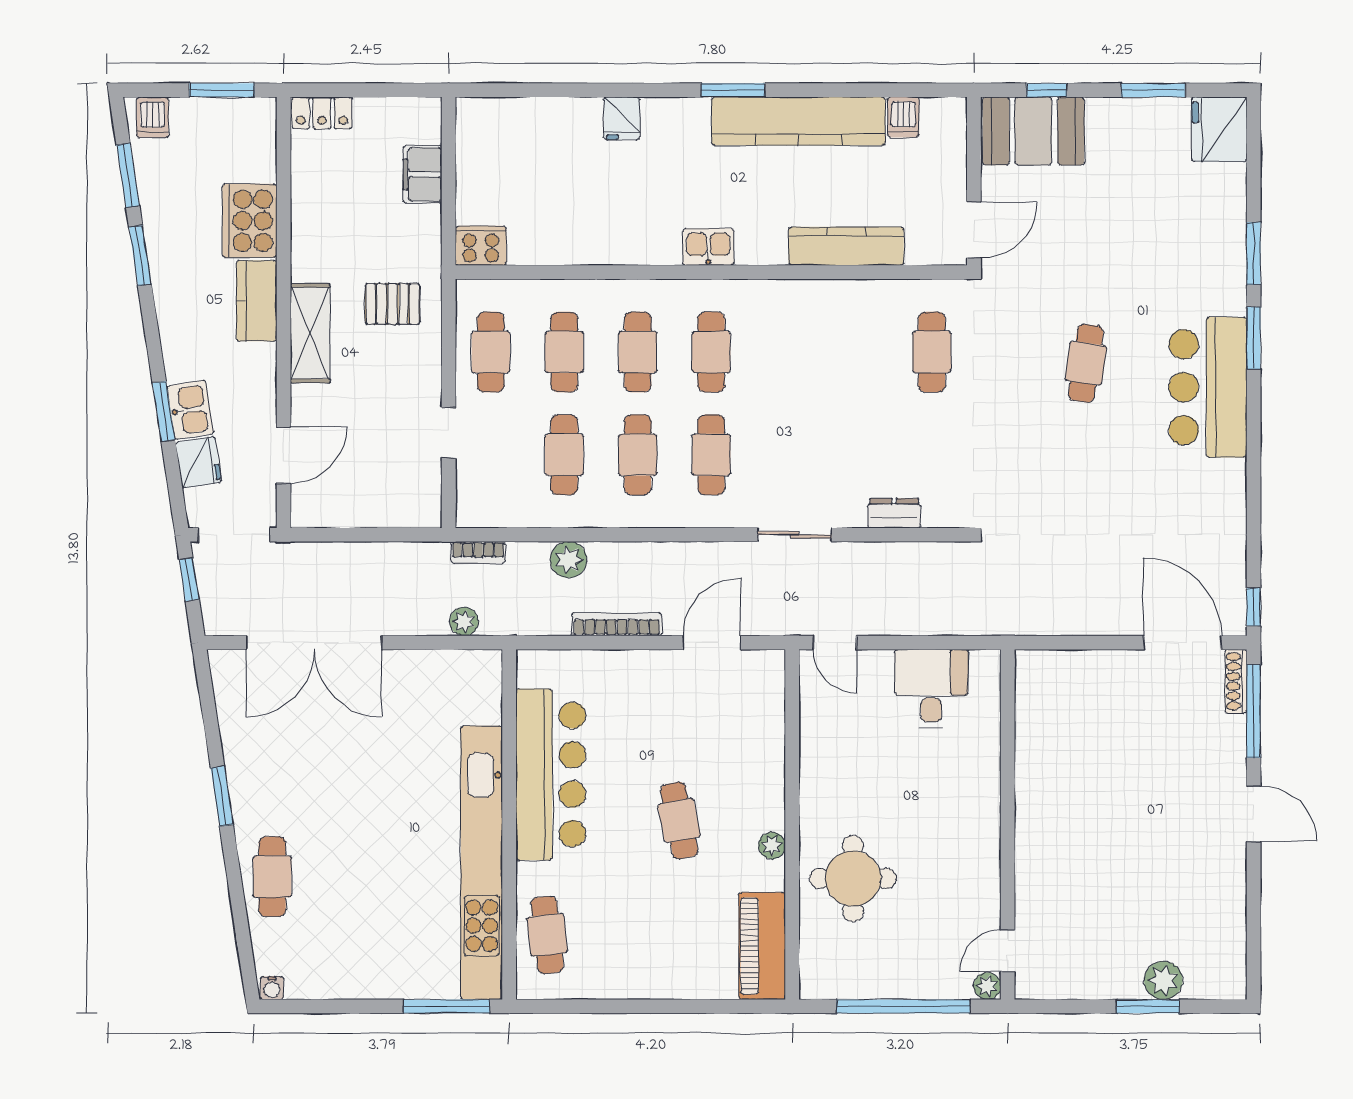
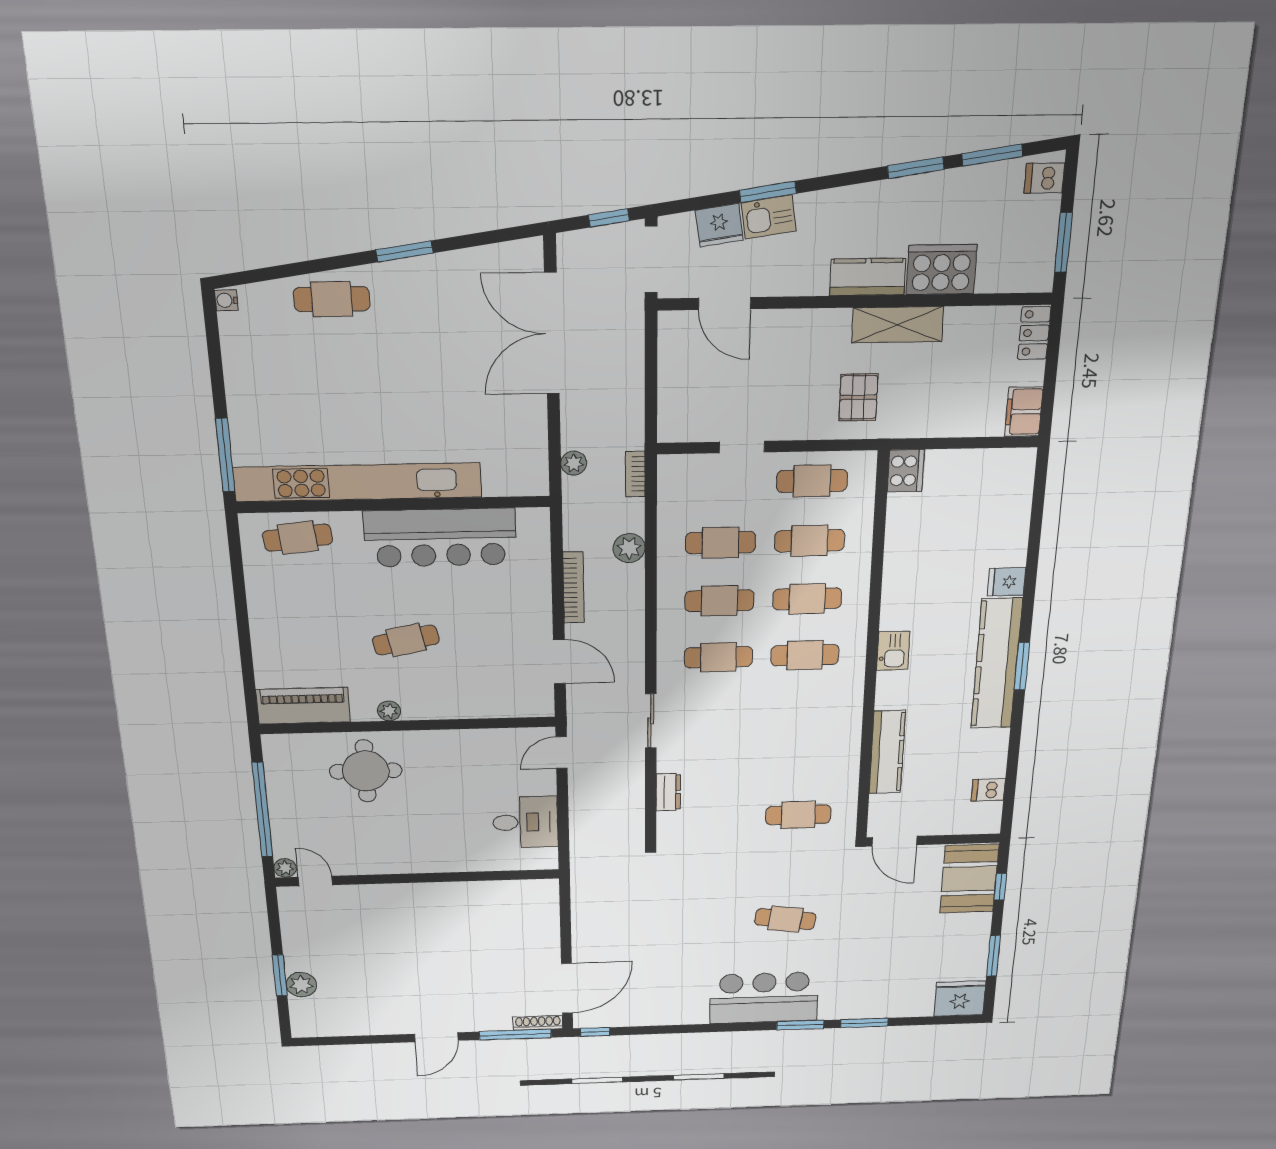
kitchen counter: (798, 121) -> (997, 664), moved
filing cabinet: (422, 174) -> (1024, 412), moved, turned -90
shelving: (310, 333) -> (898, 325), moved

